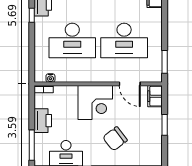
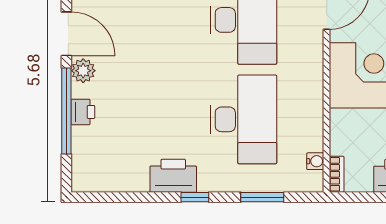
window: (32, 50) -> (262, 197), added

